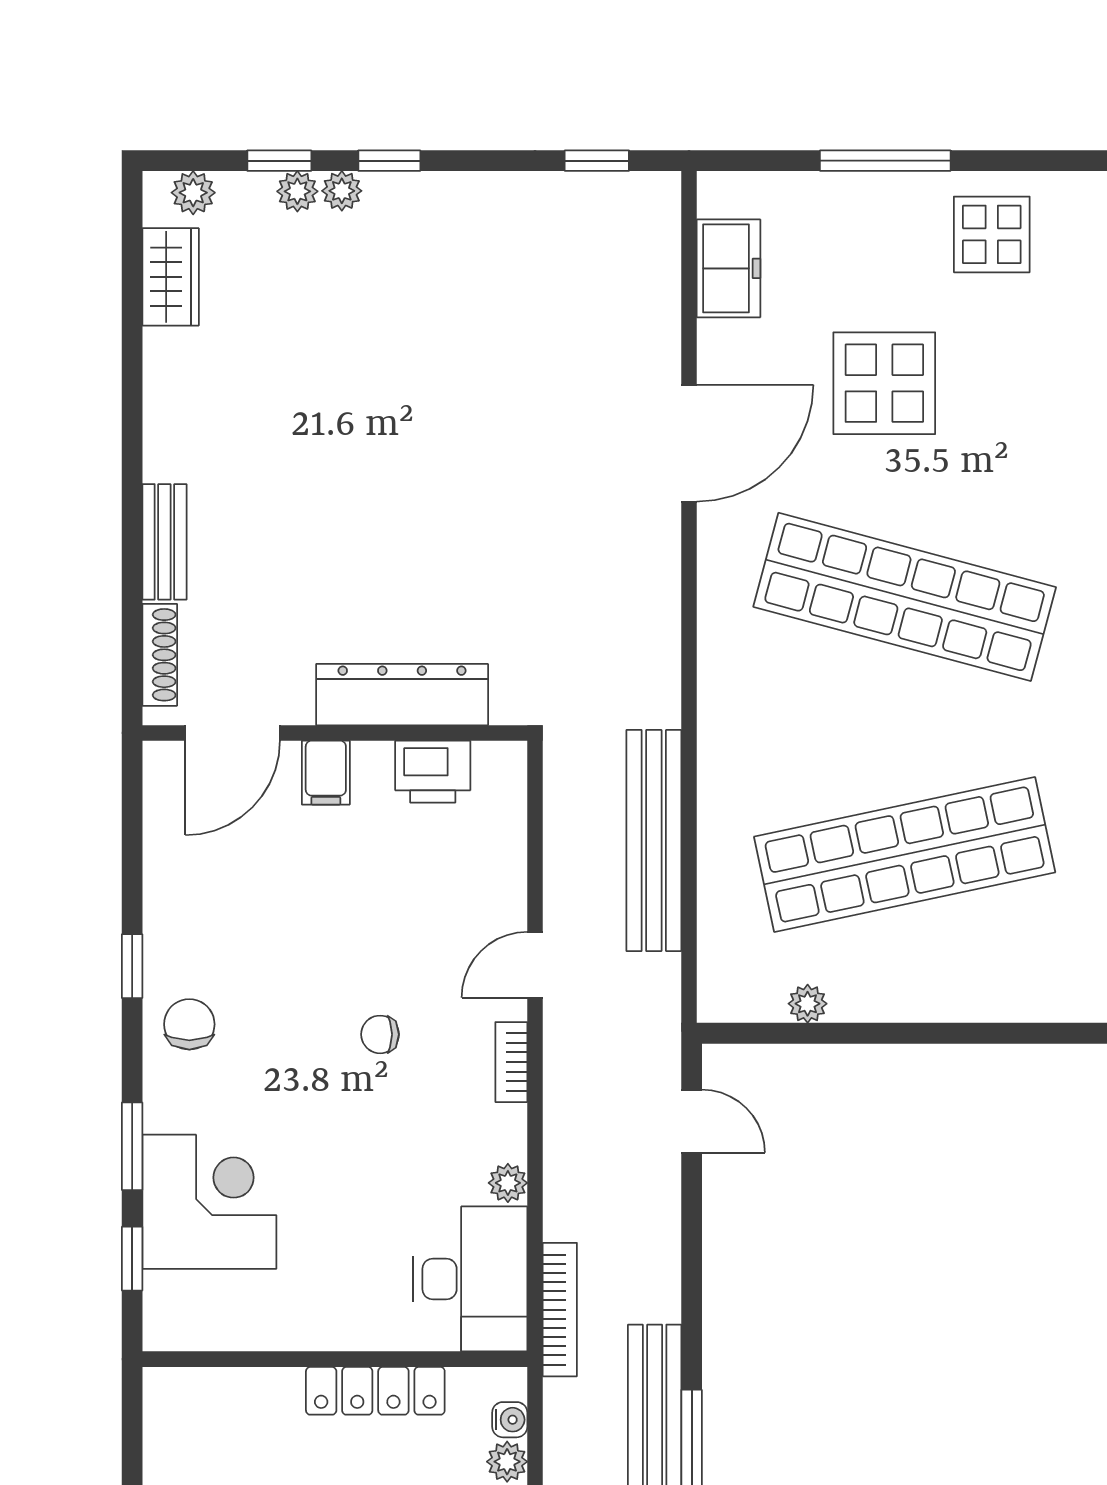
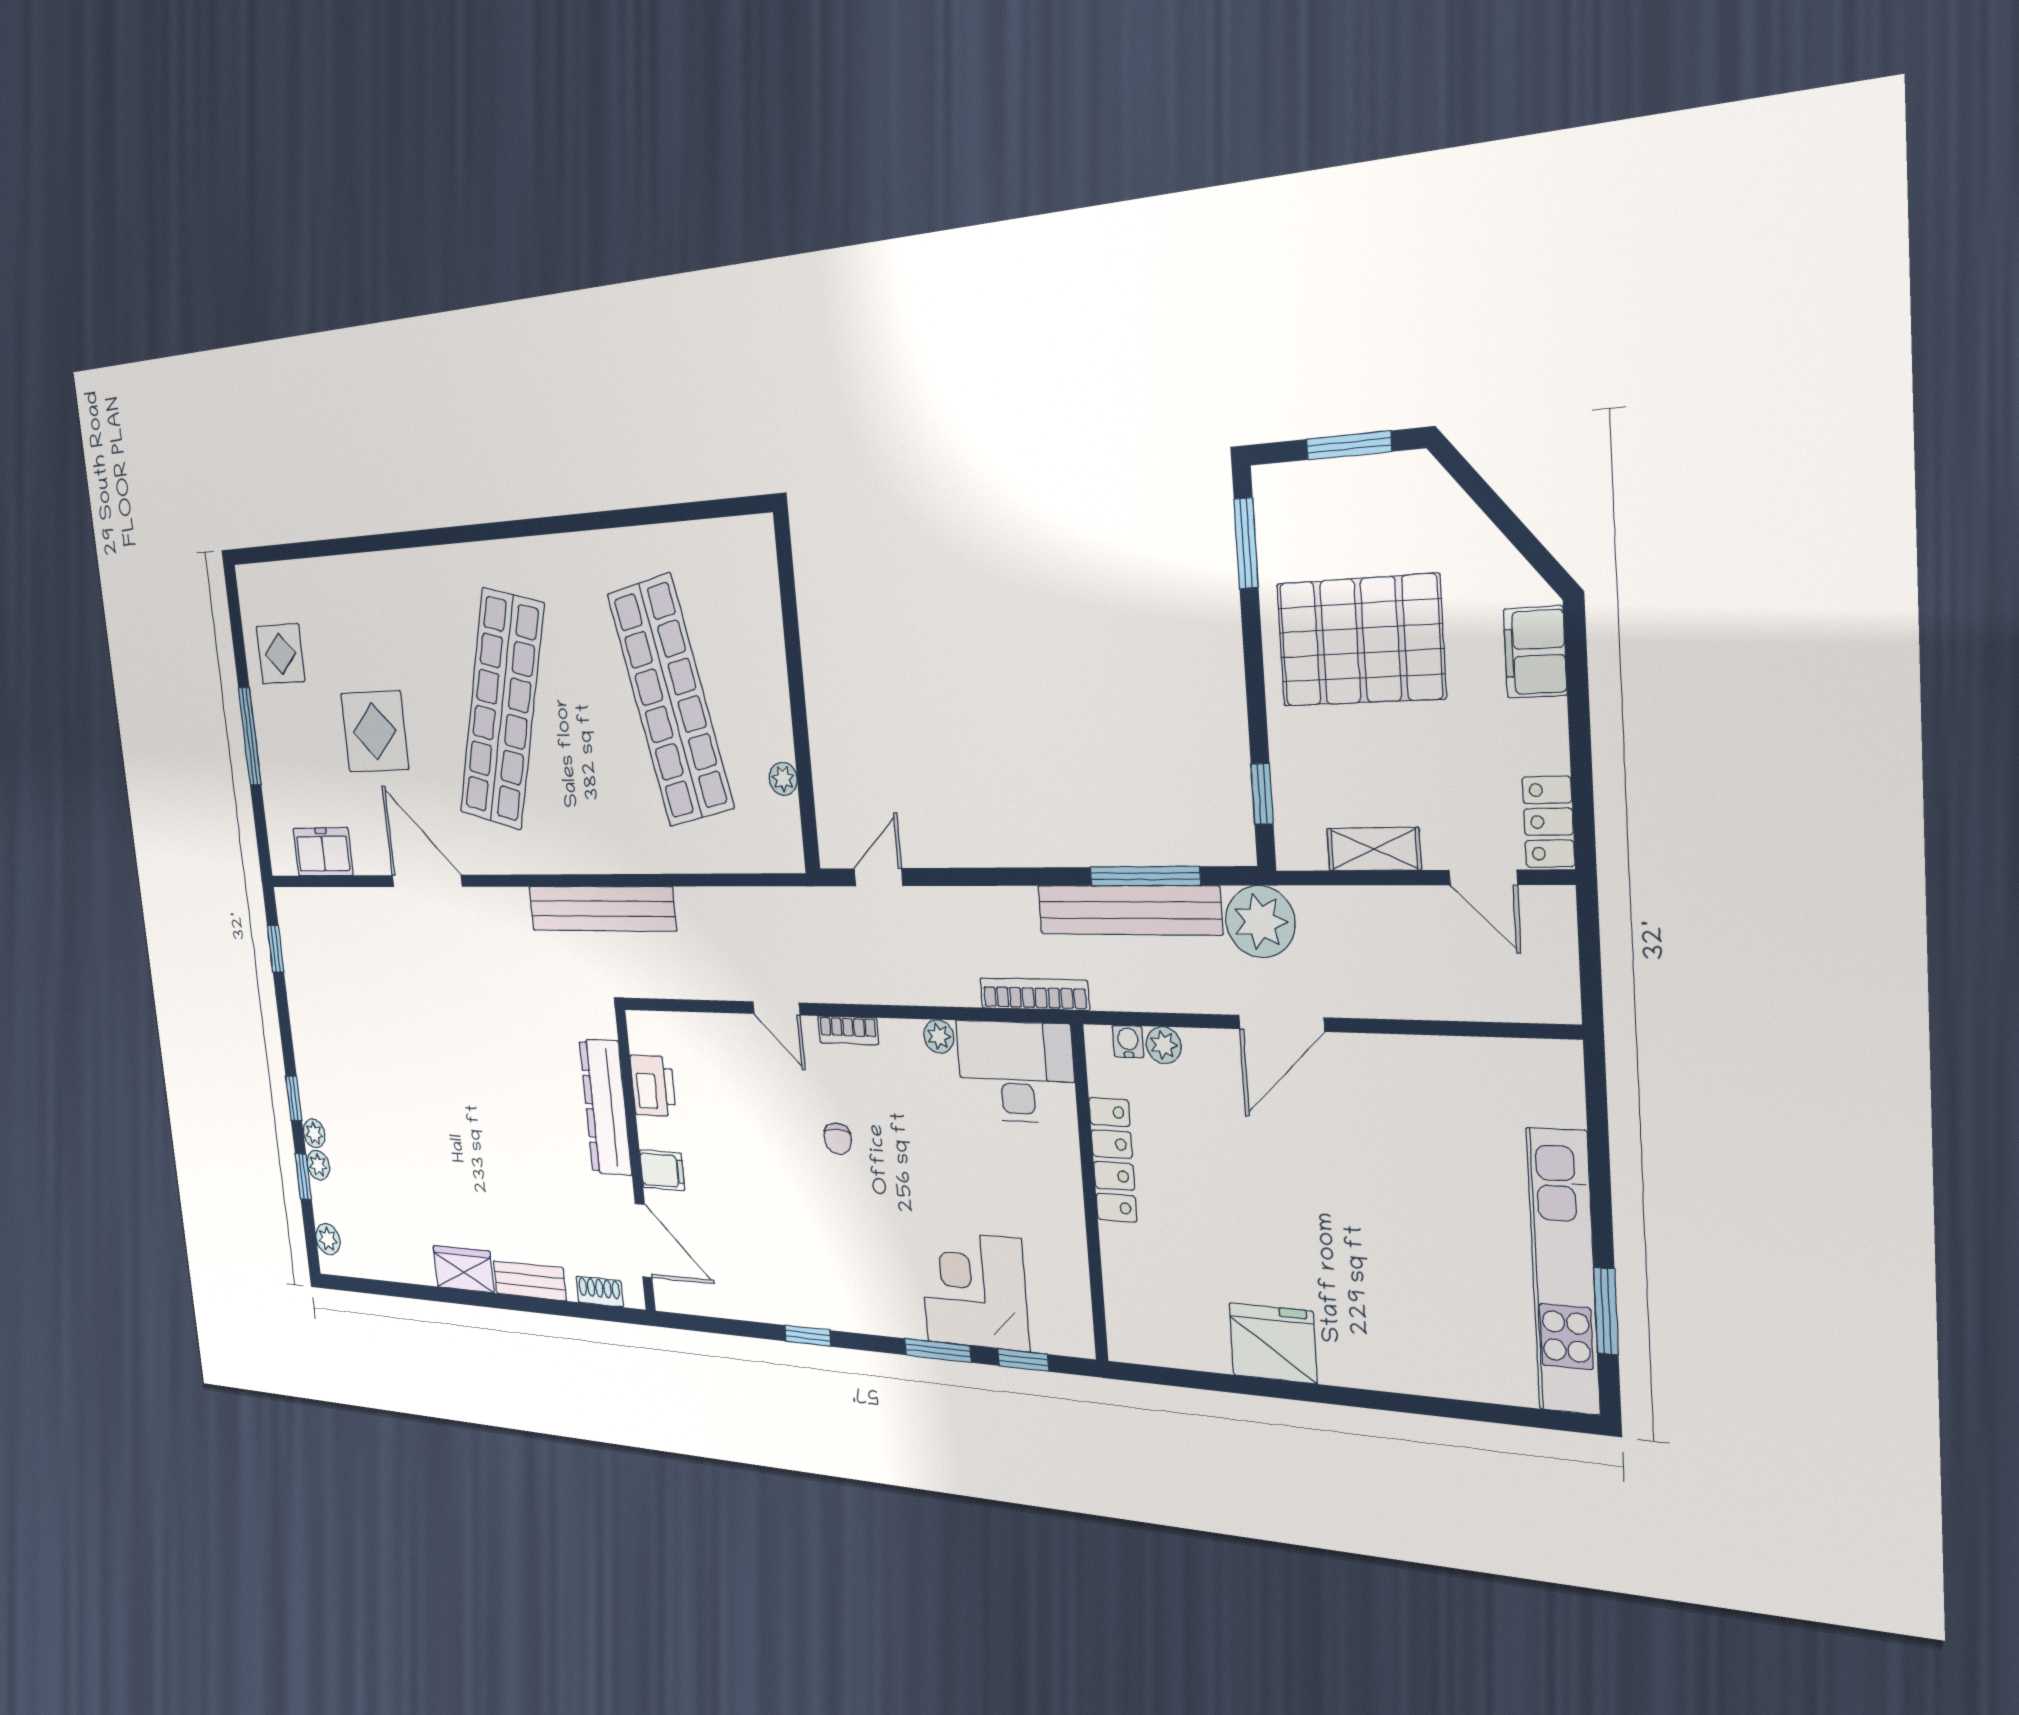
wardrobe: (171, 277) -> (464, 1269), moved
shoe rack: (160, 655) -> (600, 1292), width x0.70
bench: (654, 841) -> (602, 909), moved
chair: (189, 1024) -> (845, 1294), removed

